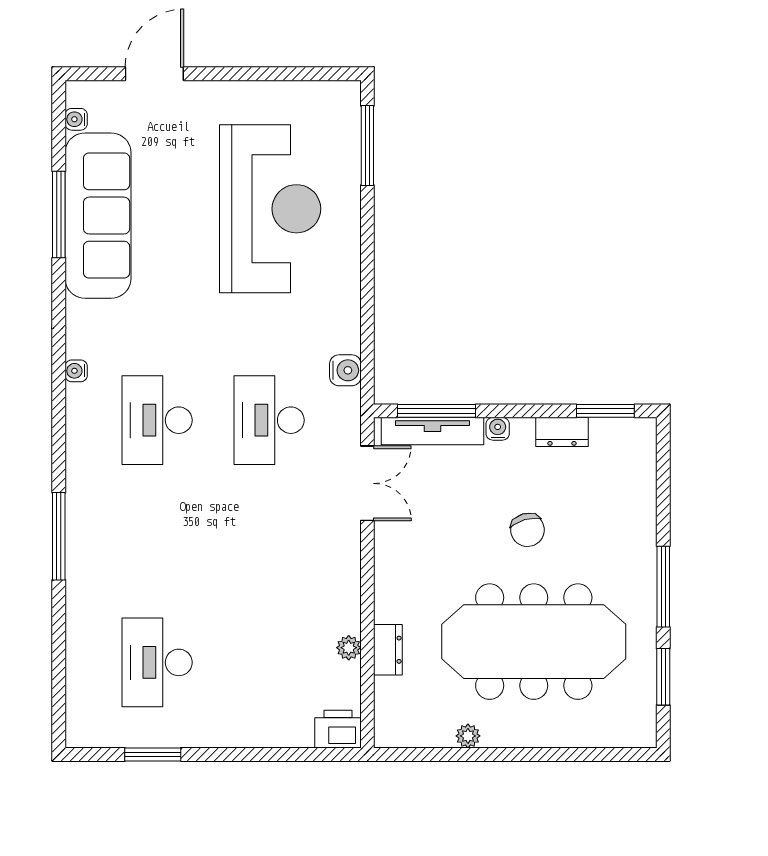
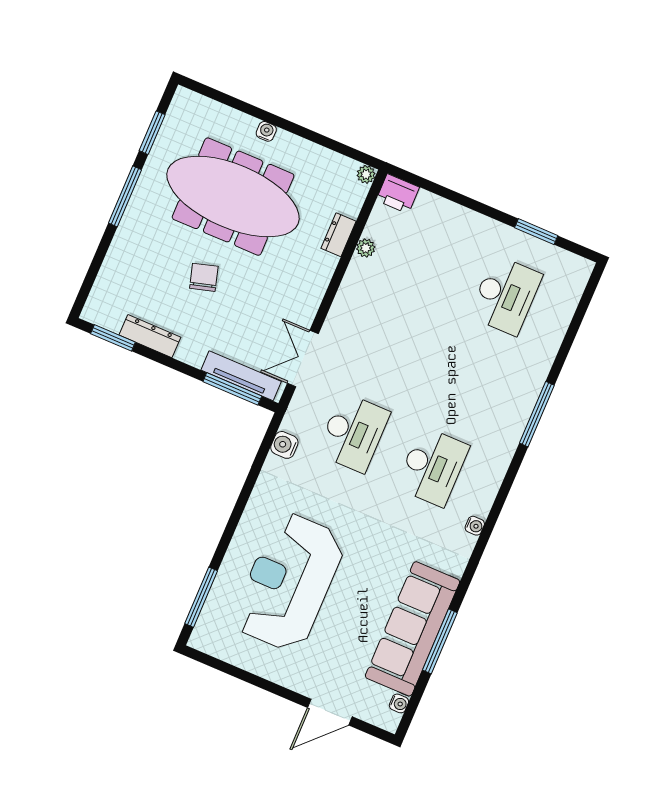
water cooler: (498, 429) -> (266, 131), moved, turned 180
dresser: (562, 432) -> (150, 336), width x1.44
plant: (468, 736) -> (366, 174), moved

